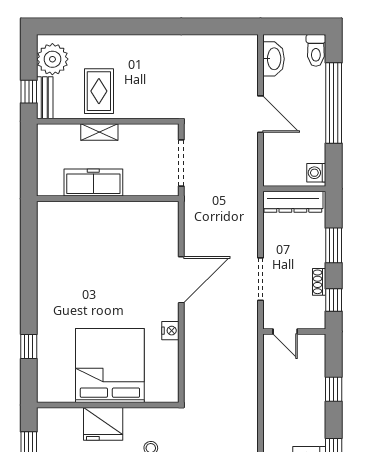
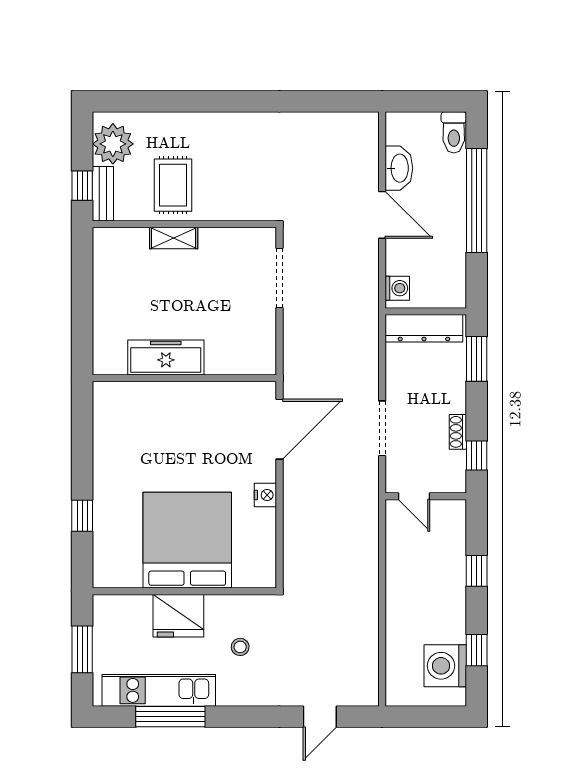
washbasin: (273, 59) -> (399, 168), moved
washing machine: (316, 173) -> (397, 288), moved, turned 180
freezer: (93, 183) -> (166, 357), moved
wall: (108, 199) -> (184, 378), moved
window: (334, 245) -> (477, 359), moved

